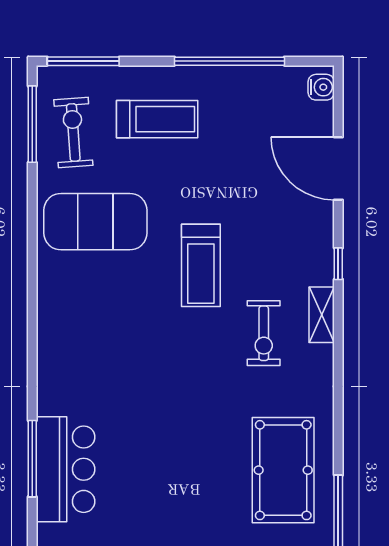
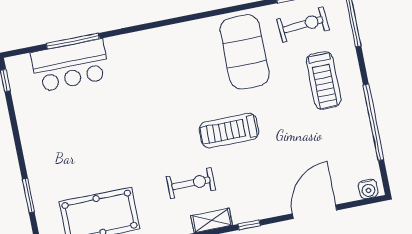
exercise bike: (264, 333) -> (191, 183), turned 180

